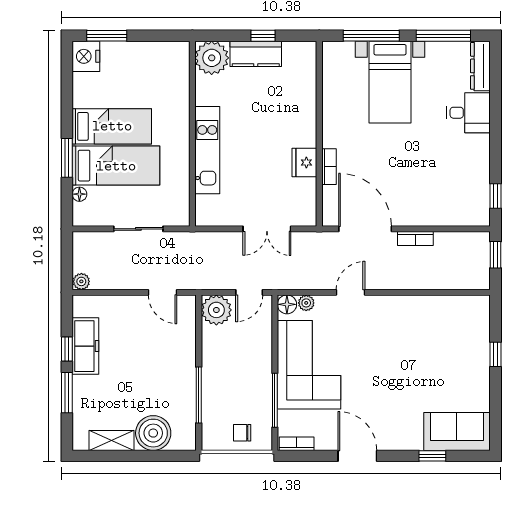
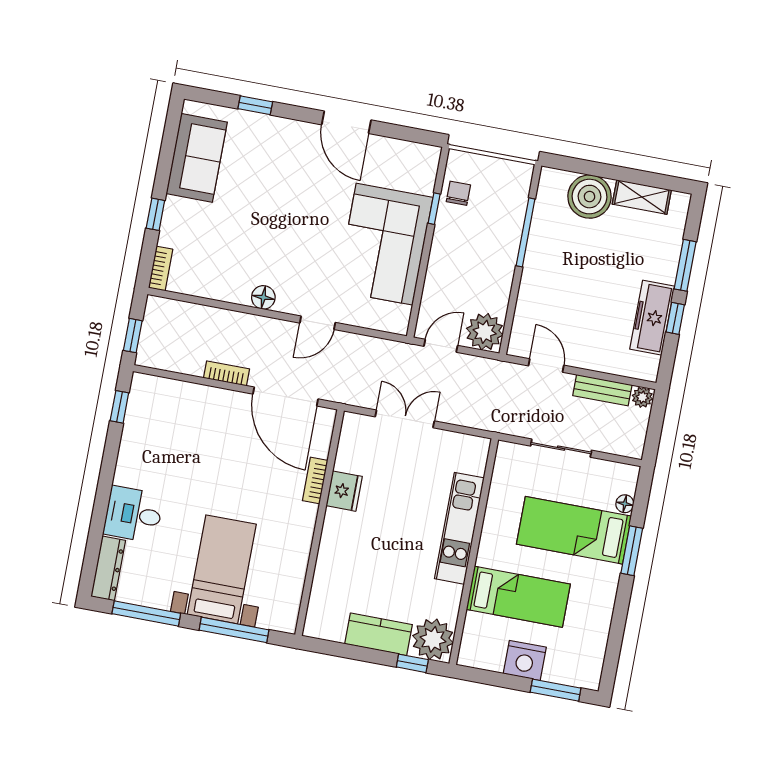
window: (263, 36) -> (412, 663), moved
nightstand: (86, 56) -> (525, 660), moved, turned 90
bed: (112, 126) -> (518, 597), moved, turned 180
bench: (114, 281) -> (602, 390), added
plant: (306, 303) -> (374, 320), removed
floor lamp: (287, 304) -> (263, 297), moved
window: (275, 400) -> (434, 209), width x0.46
sofa: (457, 431) -> (197, 158), moved, turned -90
chair: (242, 433) -> (458, 193), moved, turned -90
bookcase: (297, 444) -> (161, 269), moved, turned -90

